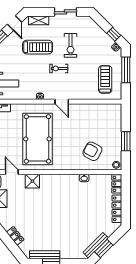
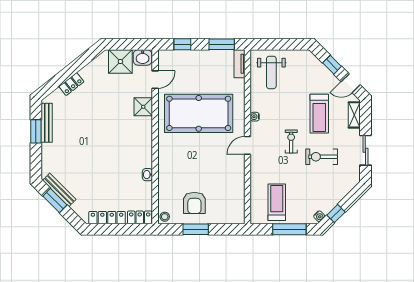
treadmill: (105, 79) -> (277, 202), turned -90
armchair: (92, 151) -> (194, 203), moved, turned 152

